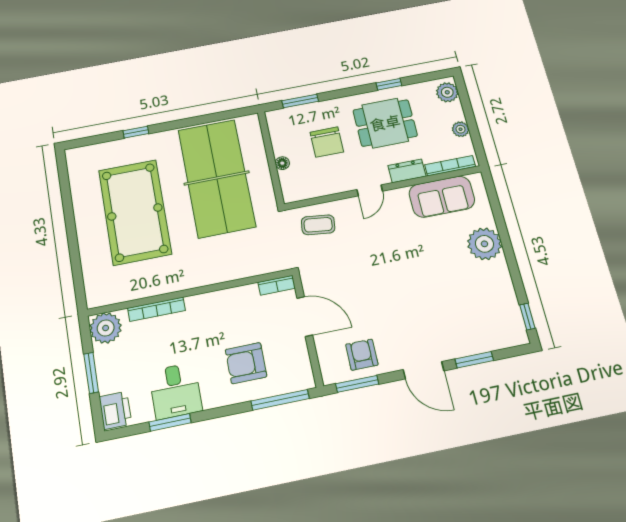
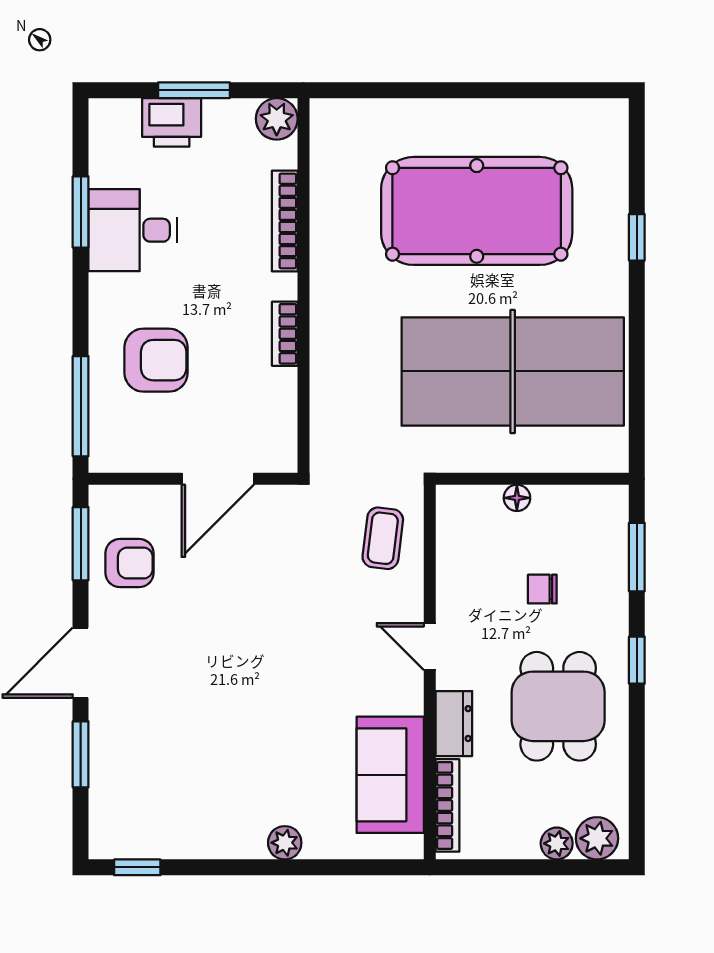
window: (389, 84) -> (637, 660), moved
plant: (461, 129) -> (557, 843), moved
chair: (327, 142) -> (542, 589), width x0.54, depth x0.54
plant: (484, 244) -> (285, 843), width x0.53, depth x0.53
bookcase: (277, 285) -> (285, 334), moved
plant: (106, 328) -> (277, 119), width x0.73, depth x0.73
armchair: (246, 363) -> (156, 360), turned 90
printer: (115, 410) -> (172, 122), moved

